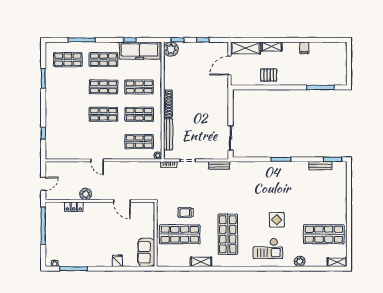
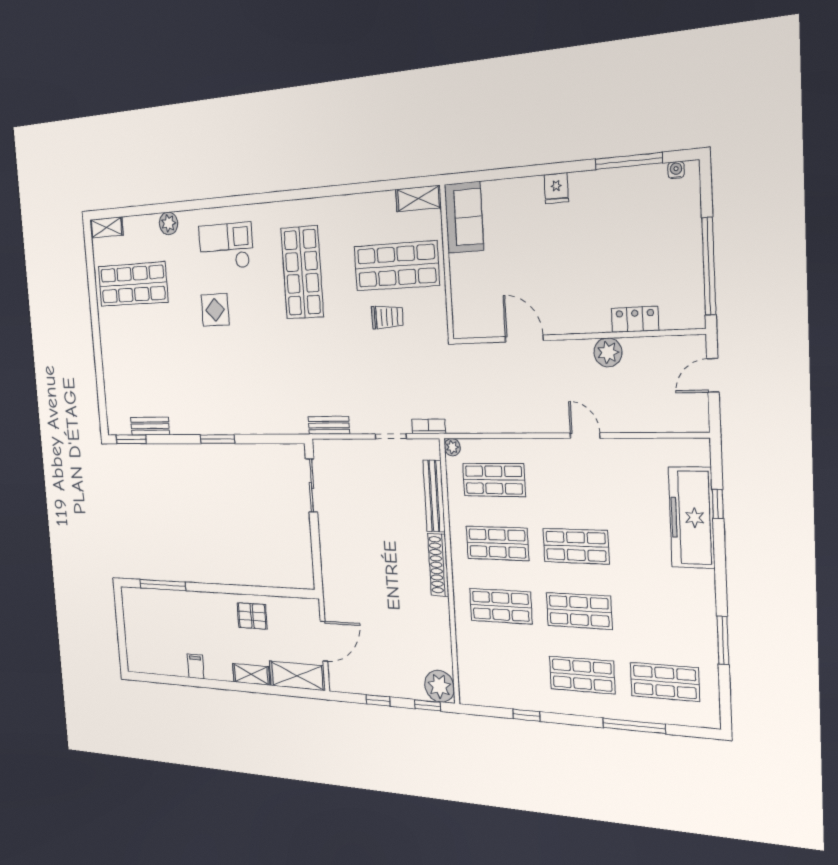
freezer: (140, 51) -> (692, 518), moved, turned -90
fridge: (117, 261) -> (556, 188), moved
shelving: (201, 262) -> (418, 199), moved

